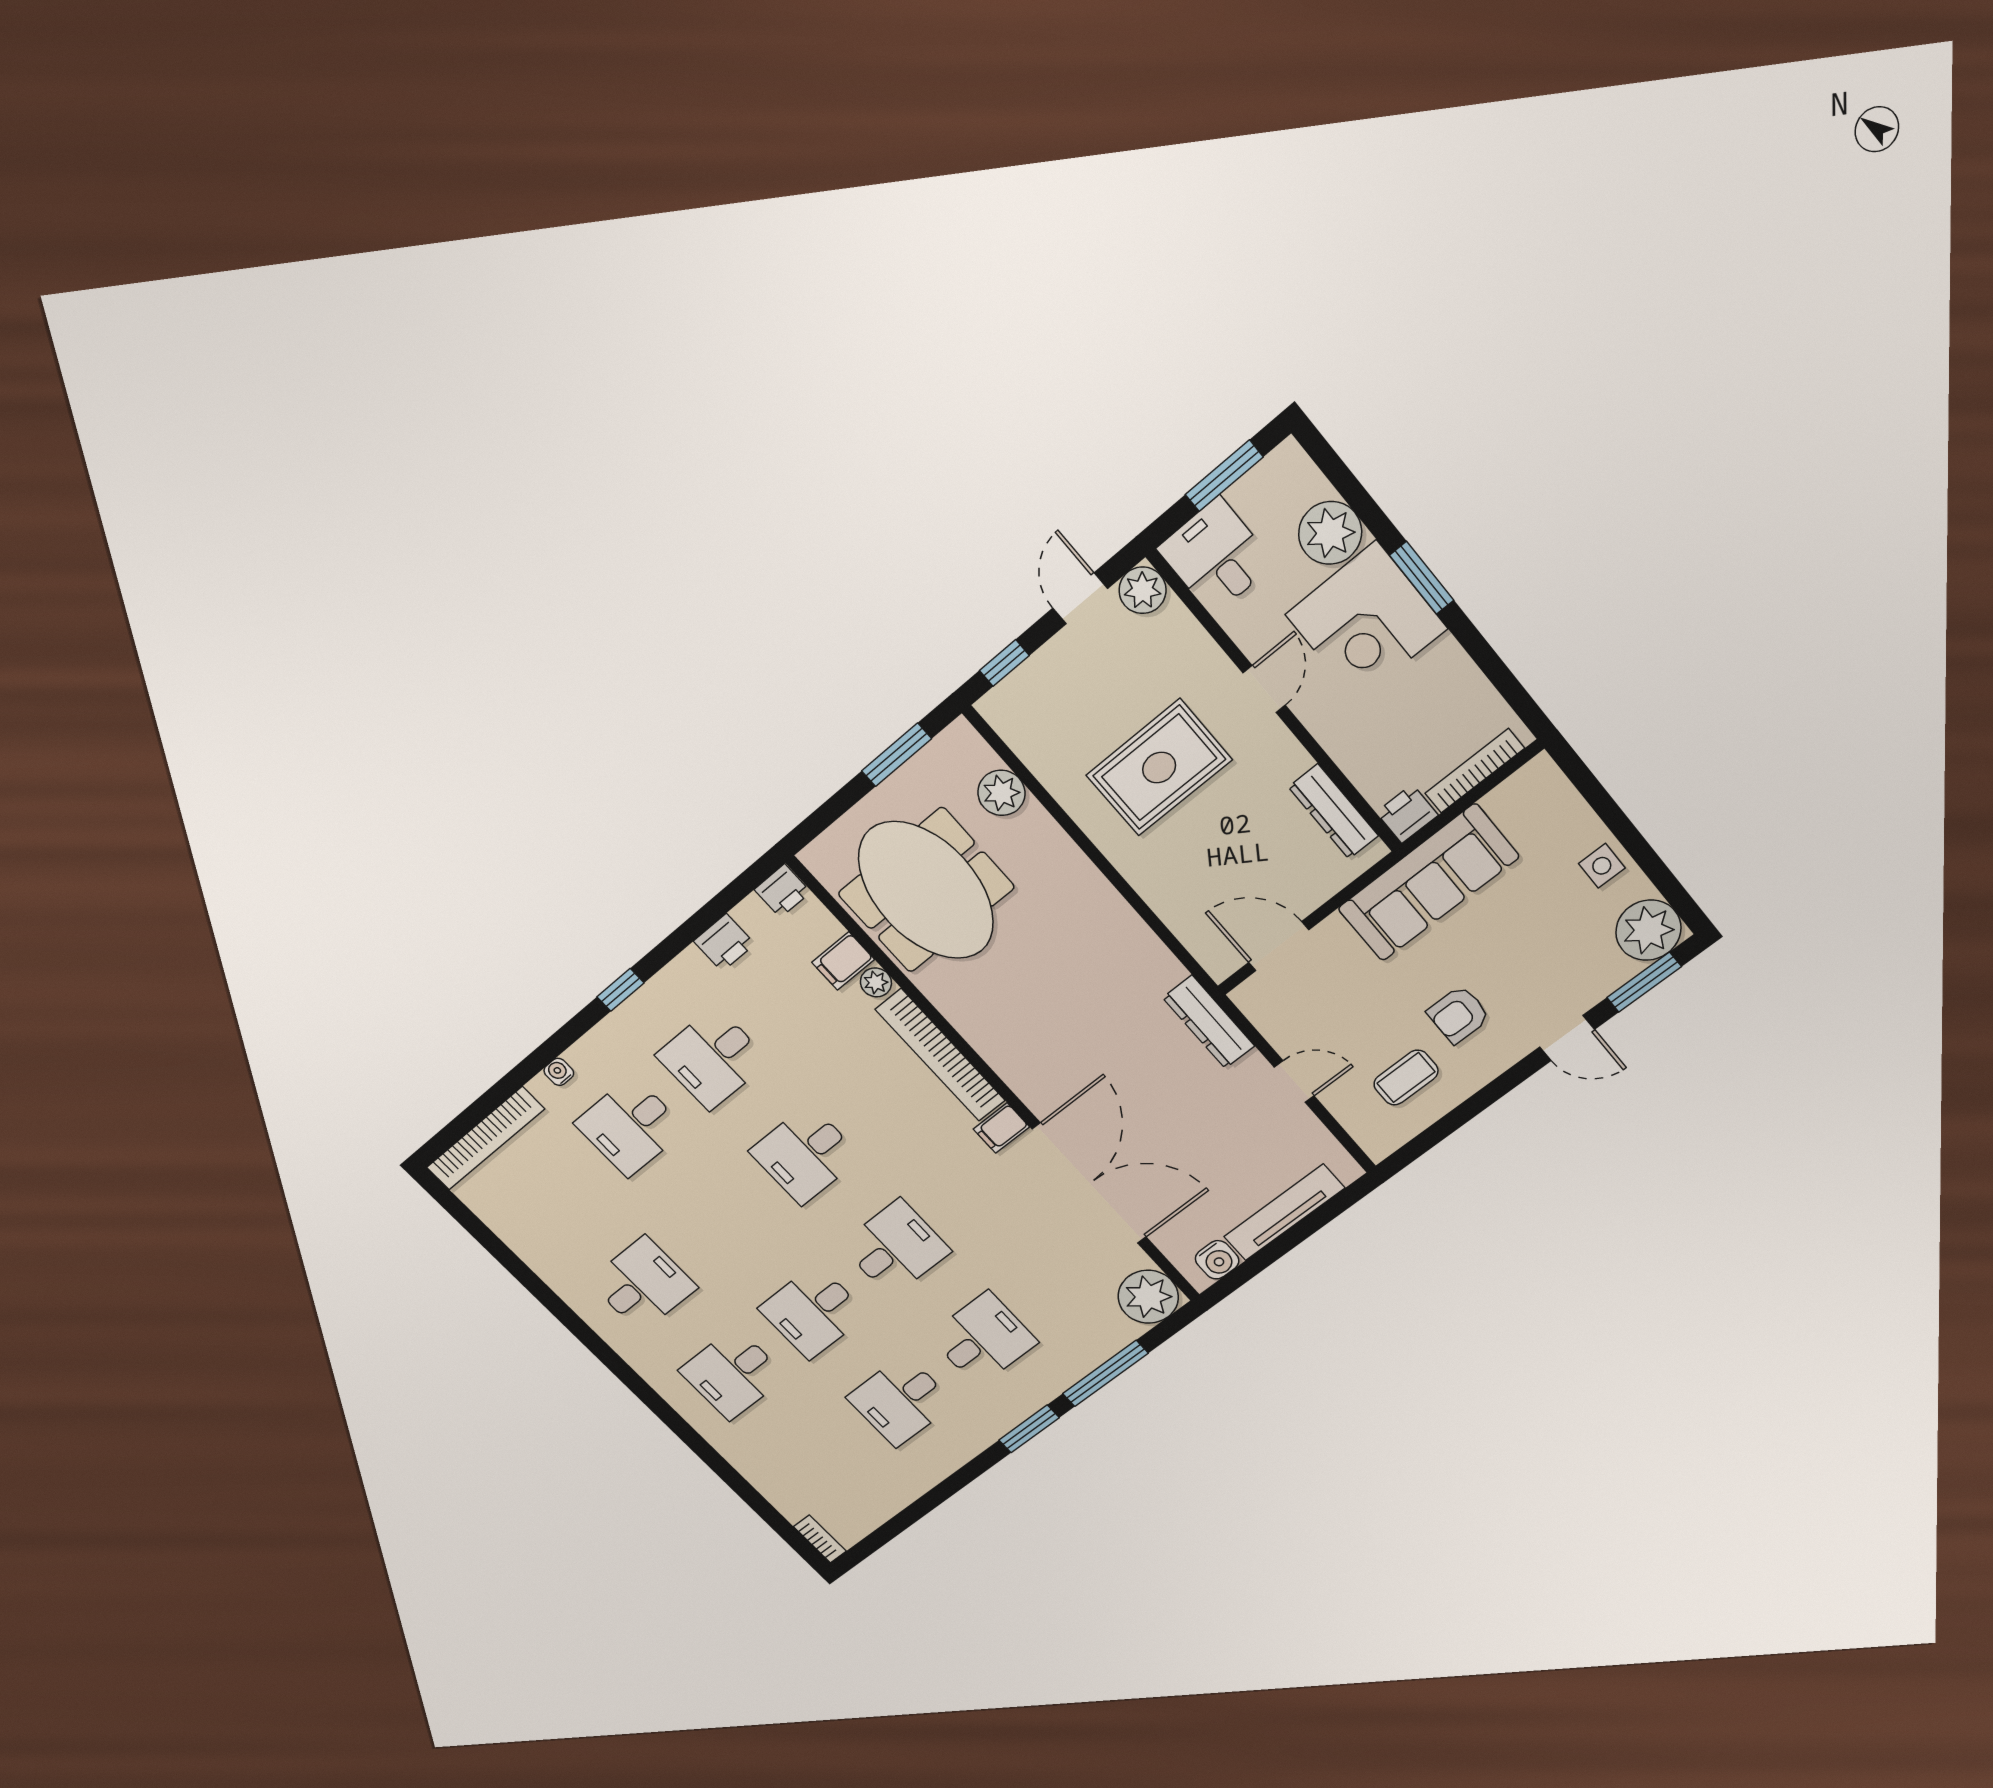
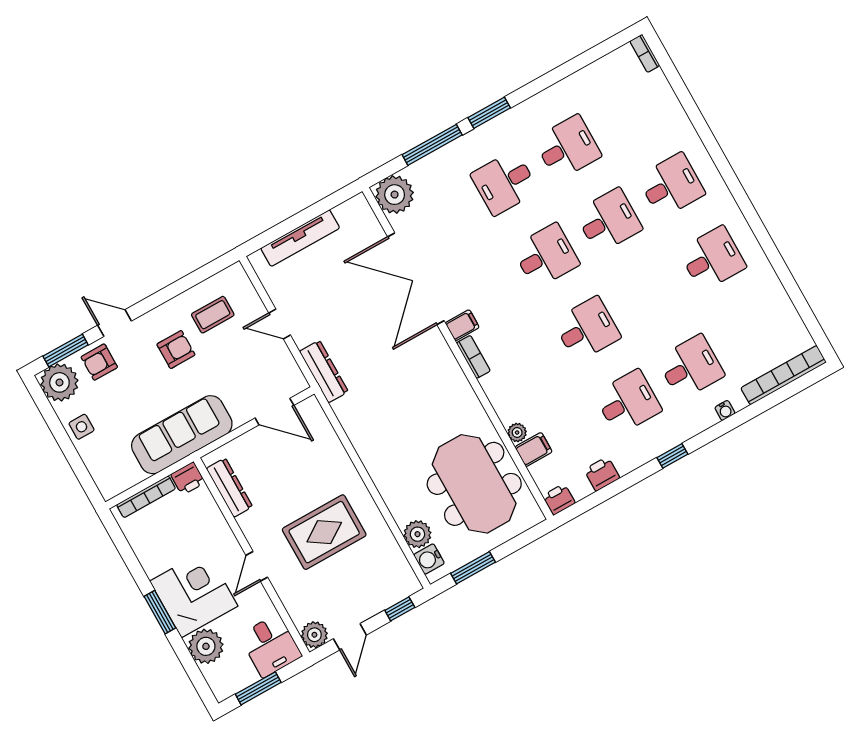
armchair: (1585, 974) -> (99, 362), added
bookcase: (940, 1055) -> (473, 357), width x0.43, depth x0.76
desk: (895, 1248) -> (546, 256), turned 180
water cooler: (1217, 1260) -> (429, 559), moved, turned -90
desk: (643, 1284) -> (712, 259), turned 180

